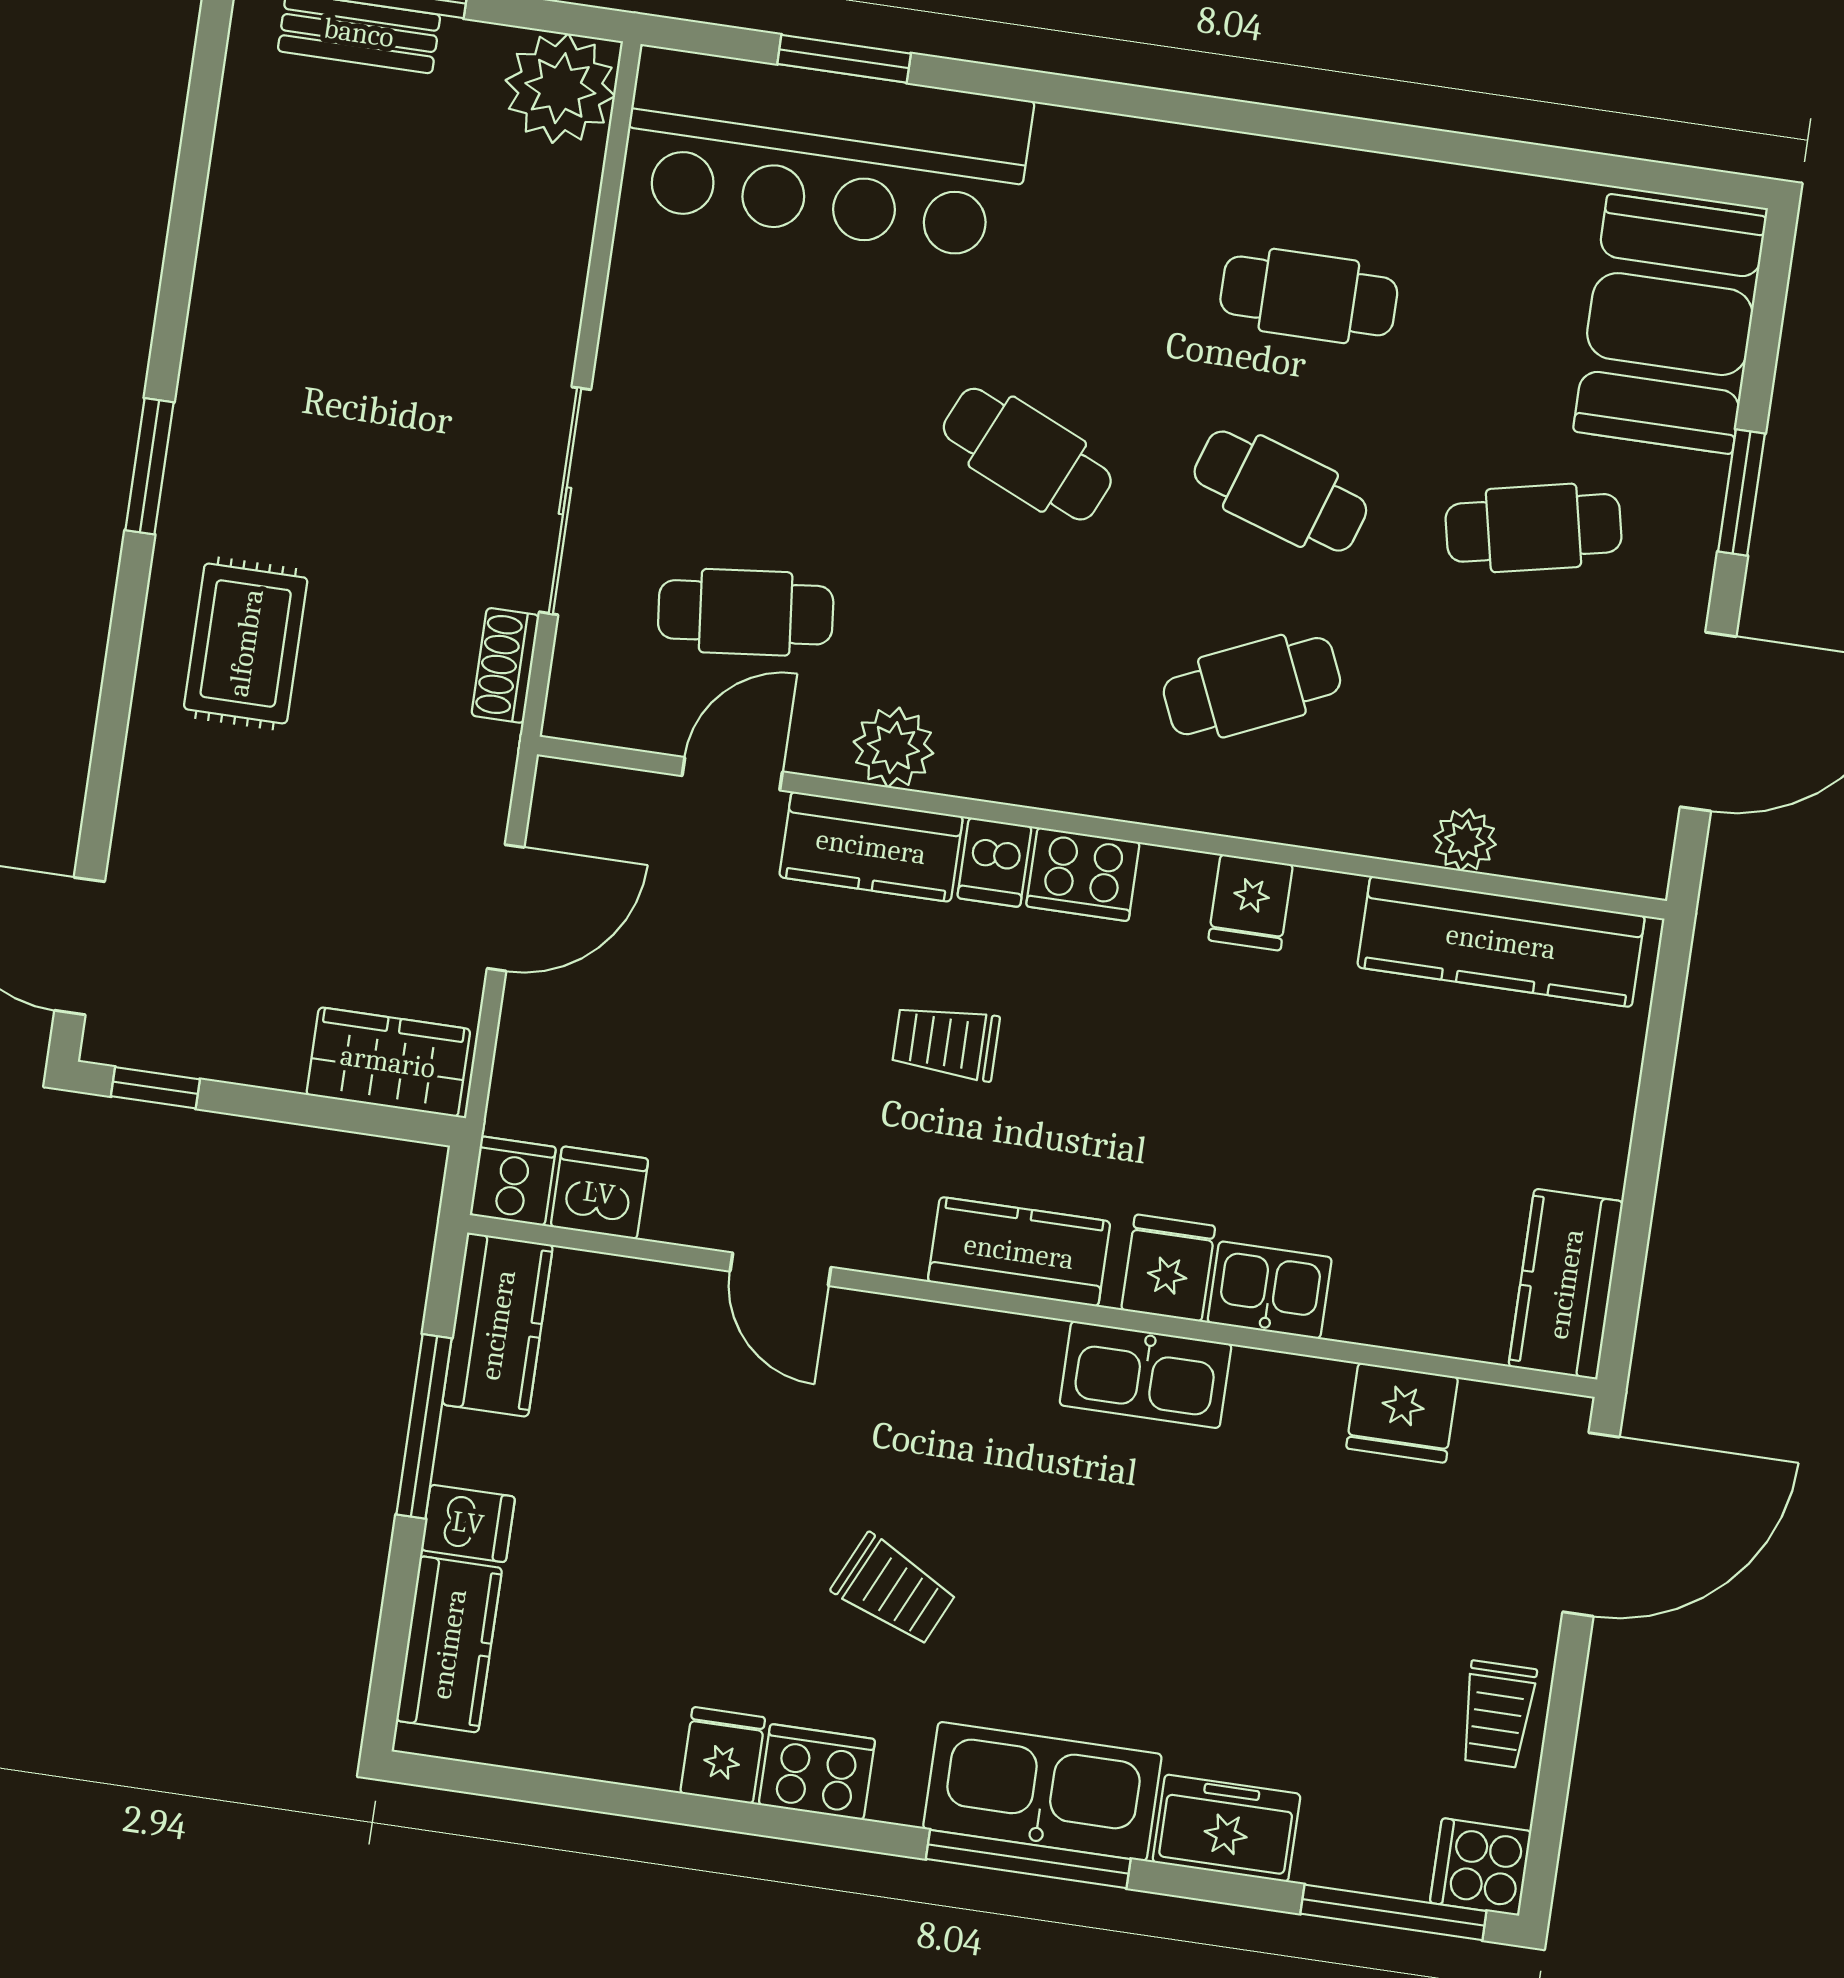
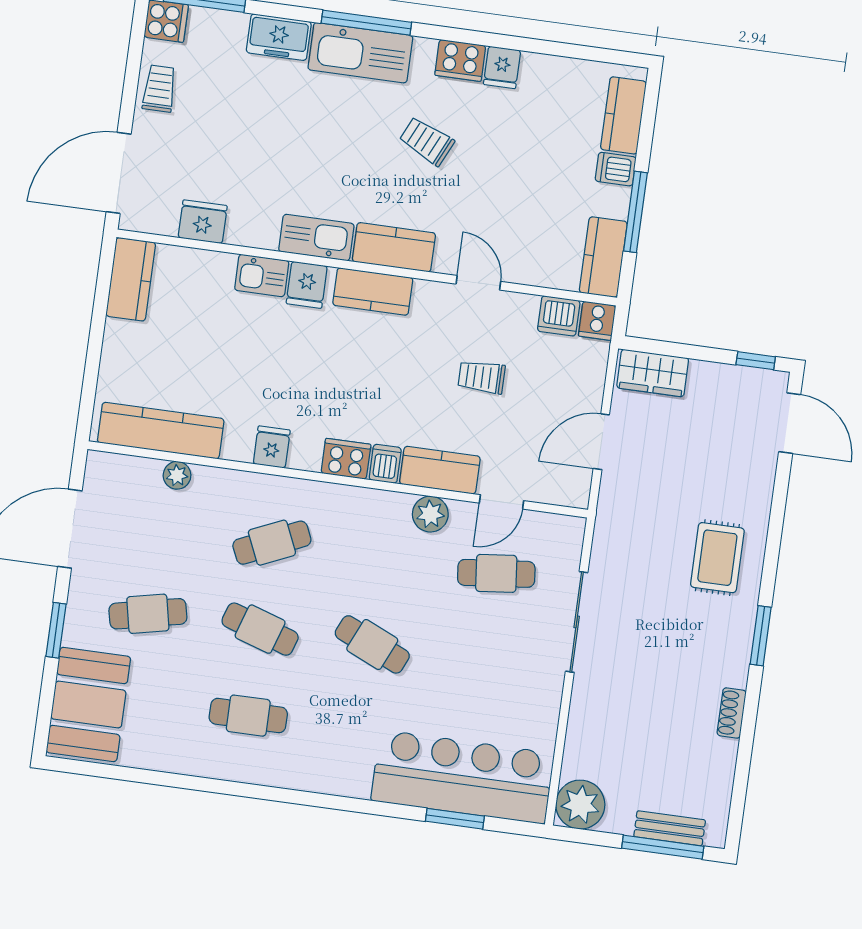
shoe rack: (505, 665) -> (732, 713), moved, turned 180
trolley: (946, 1042) -> (482, 377), moved, turned 180
kitchen counter: (971, 1351) -> (394, 247), added

